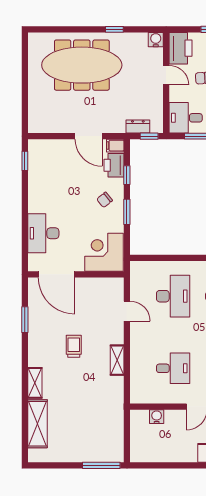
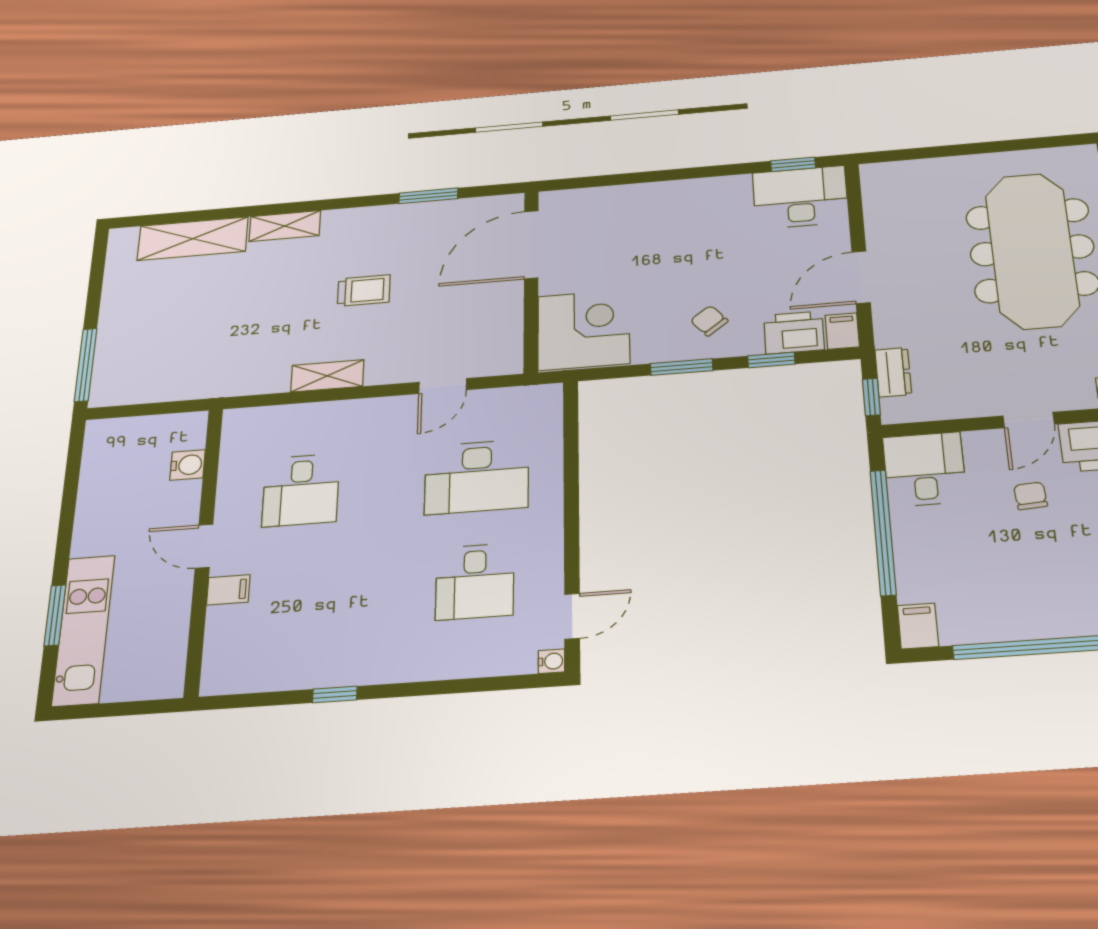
desk: (43, 233) -> (800, 197), moved

